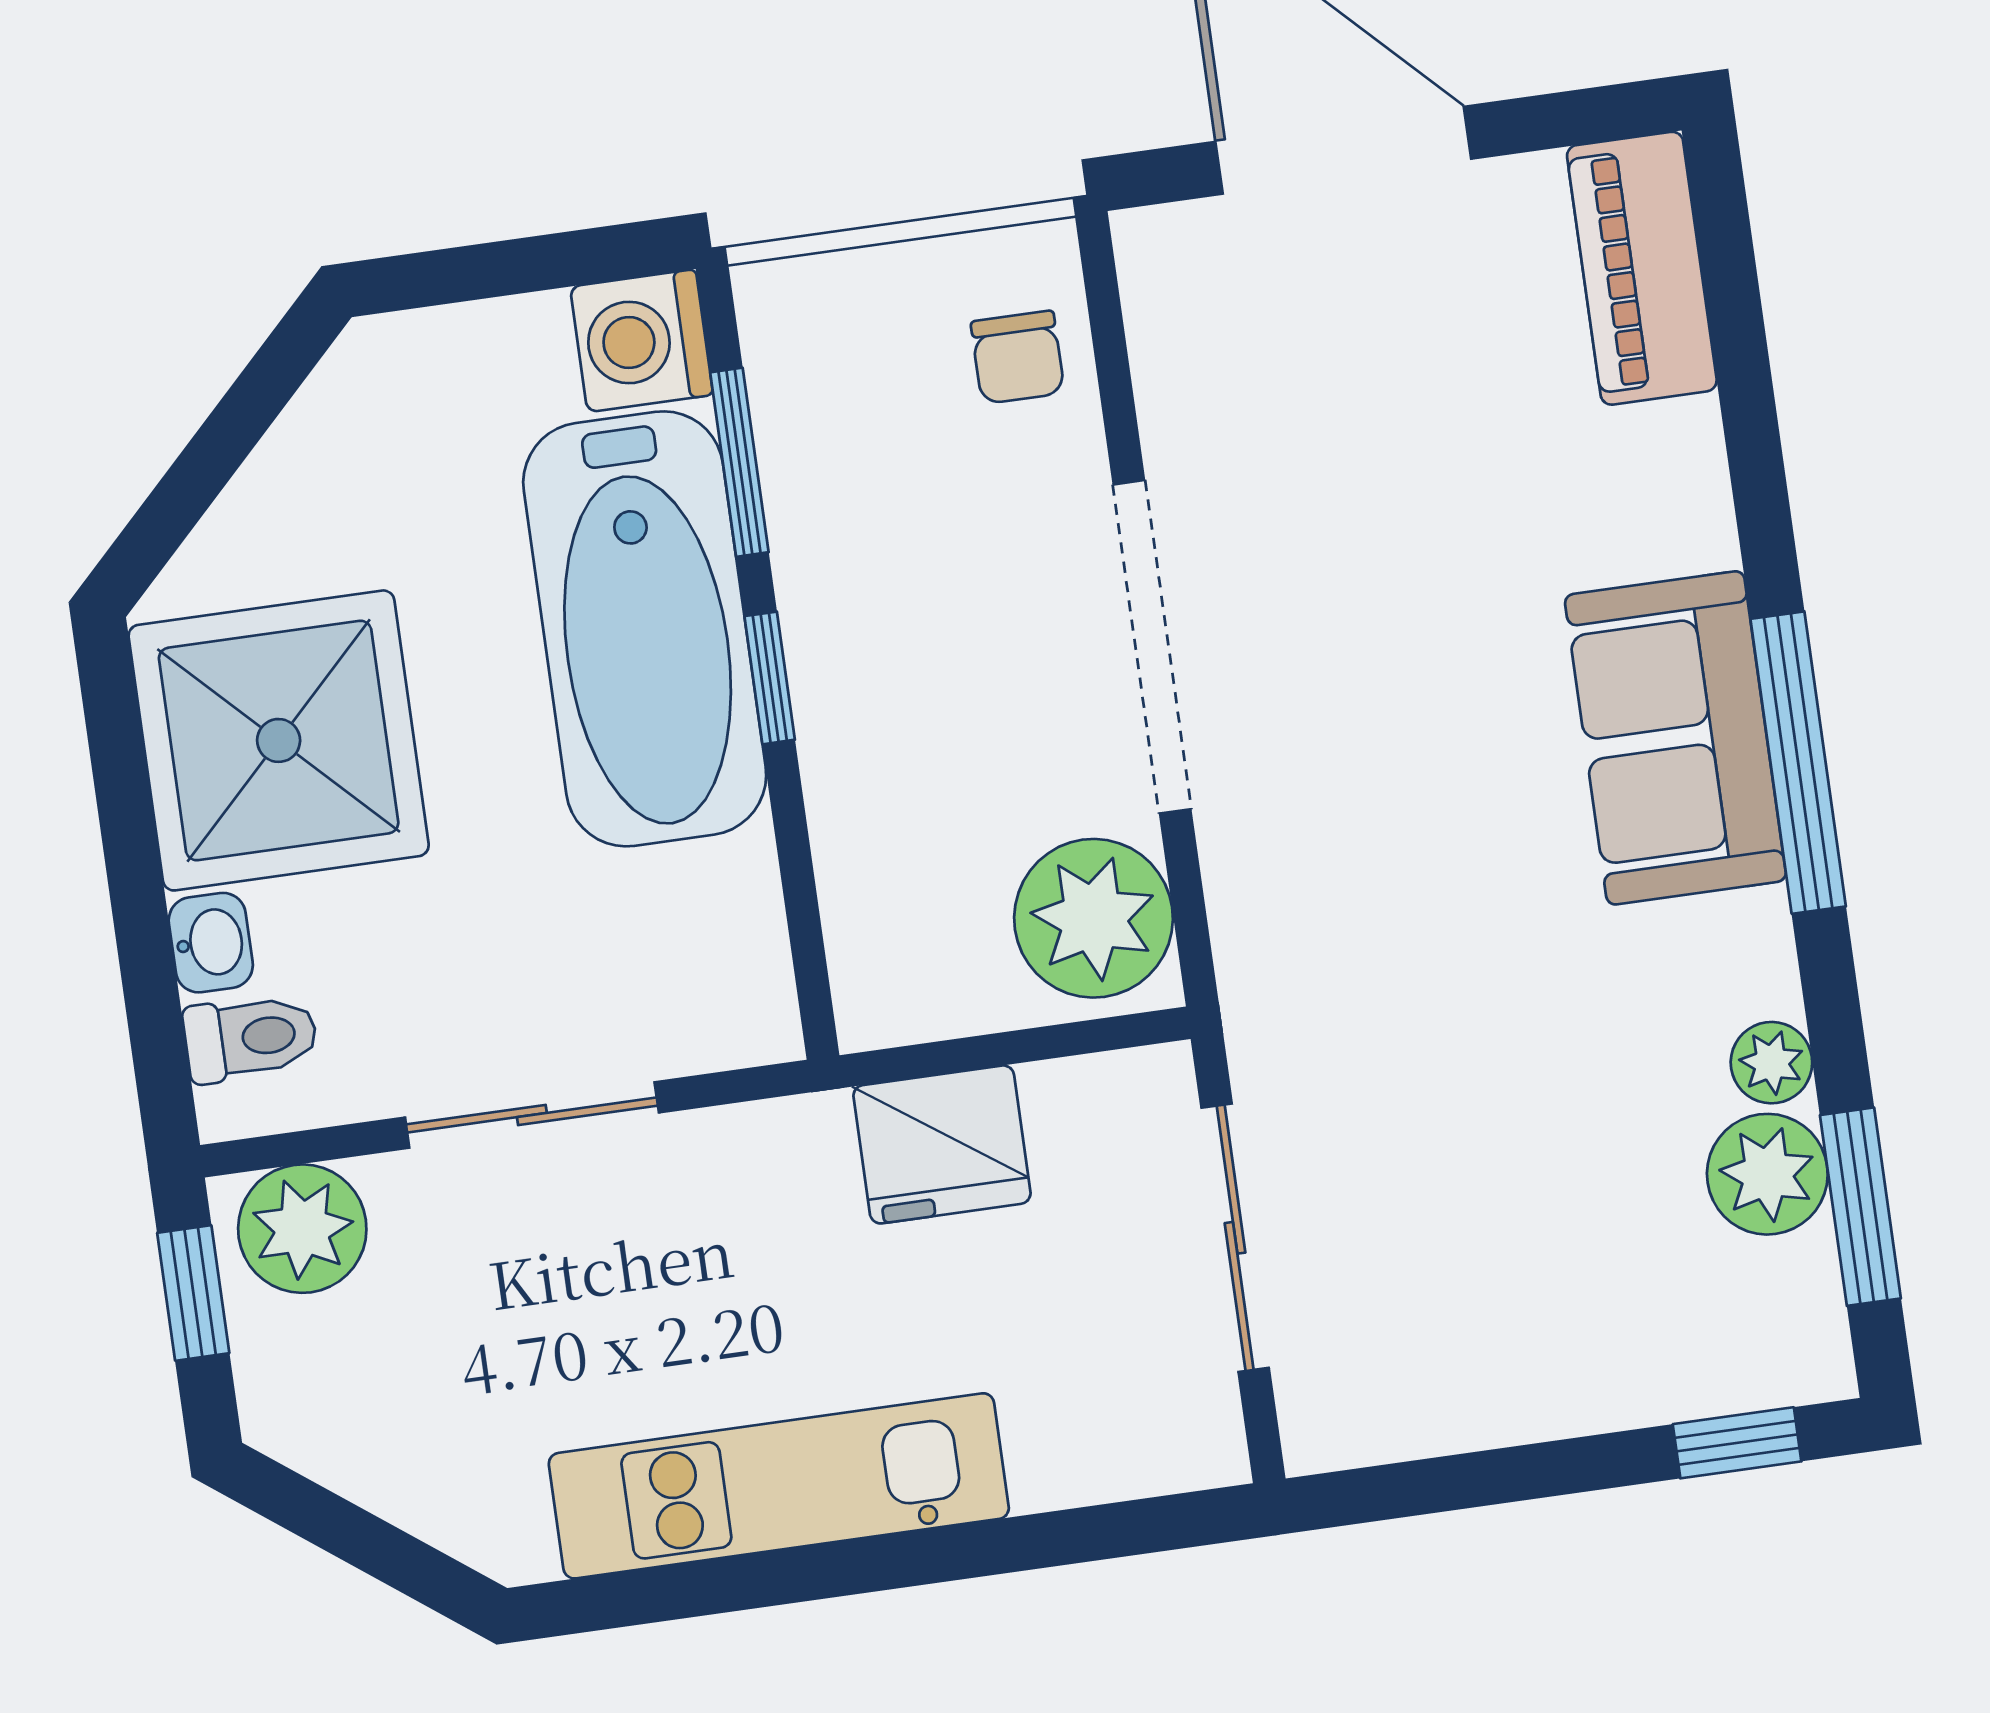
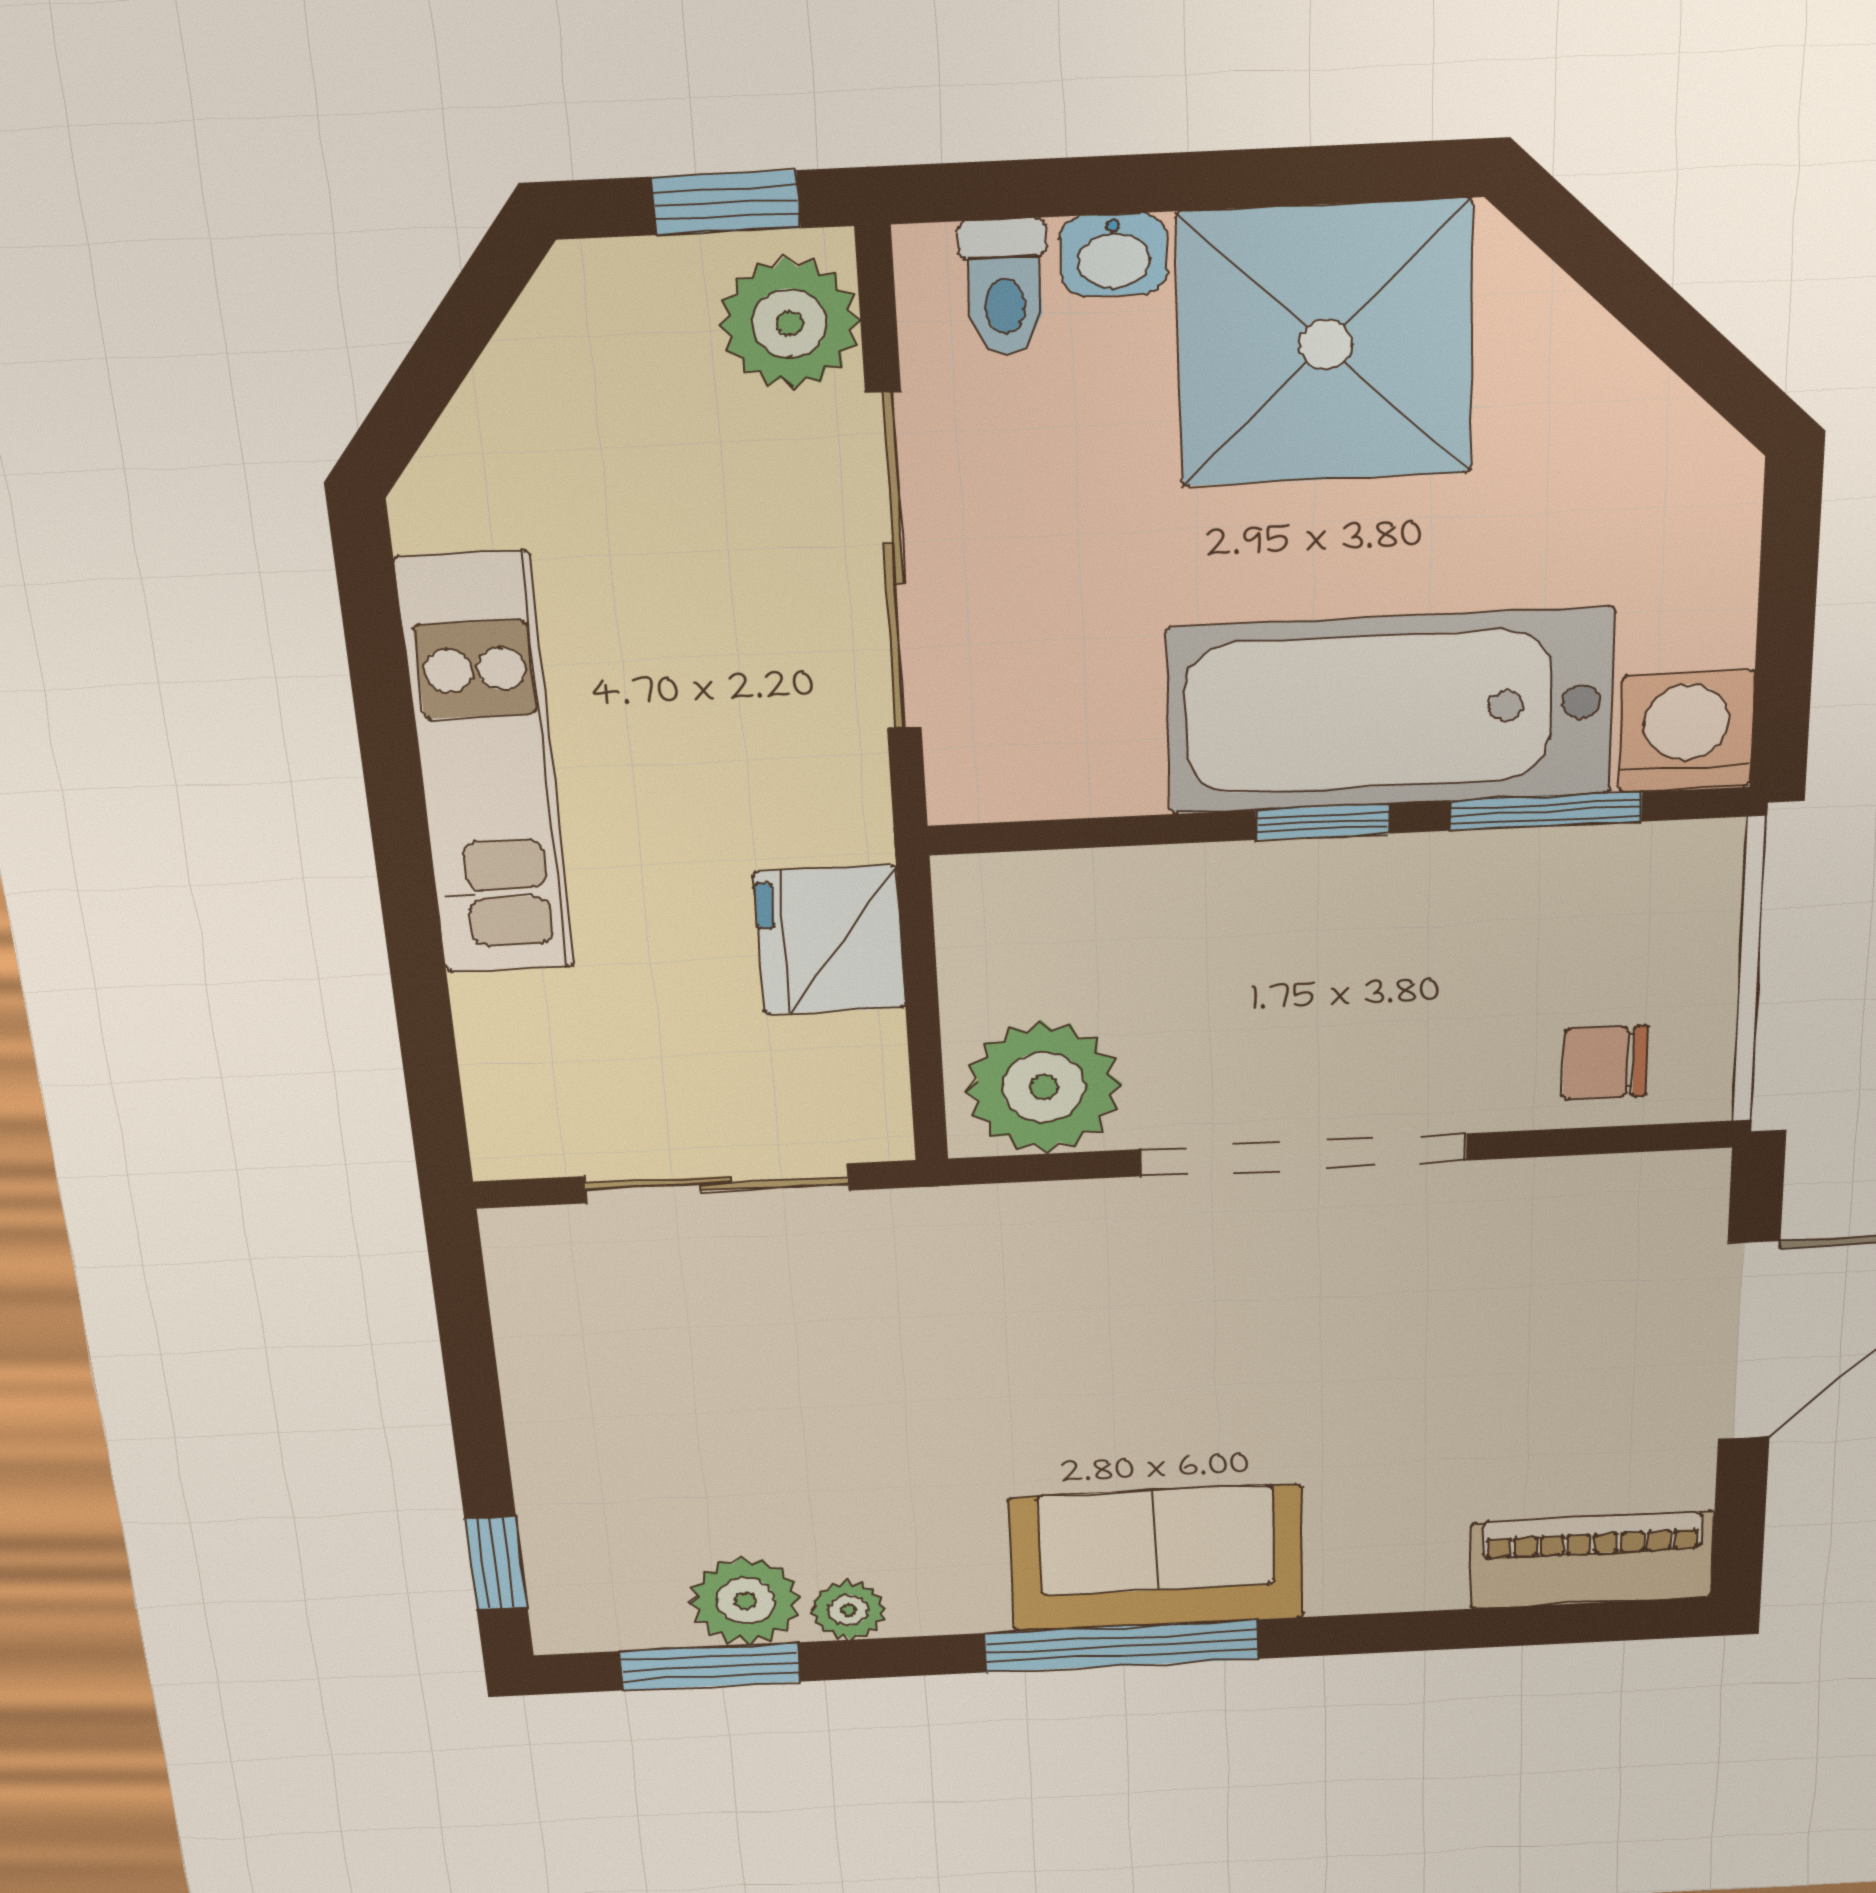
sliding door: (532, 1115) -> (894, 563), width x1.37

